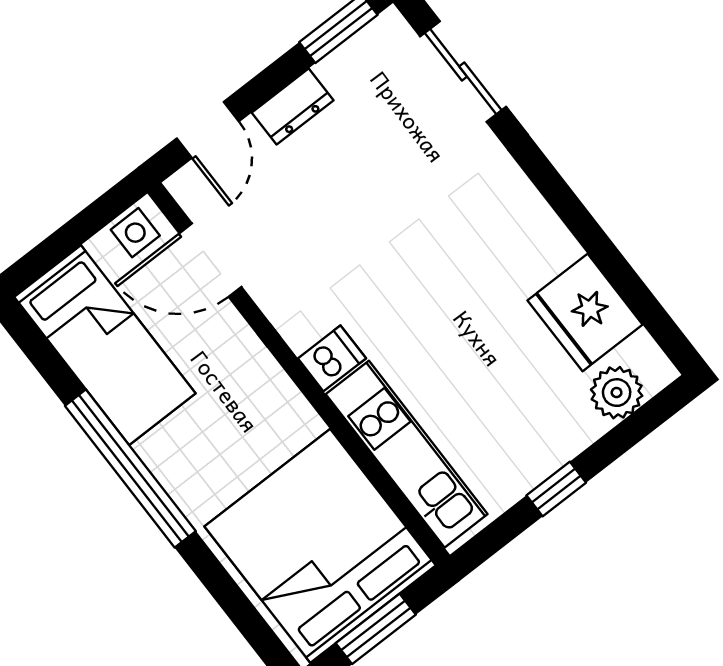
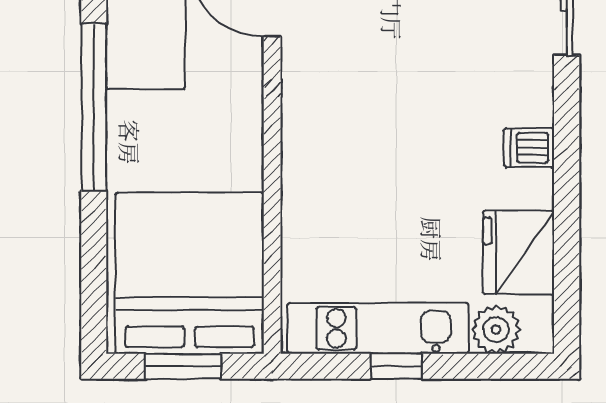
dishwasher: (332, 358) -> (529, 148), moved, turned 180
kitchen unit: (407, 454) -> (378, 328), moved, turned -90

